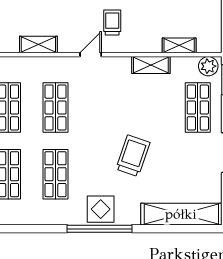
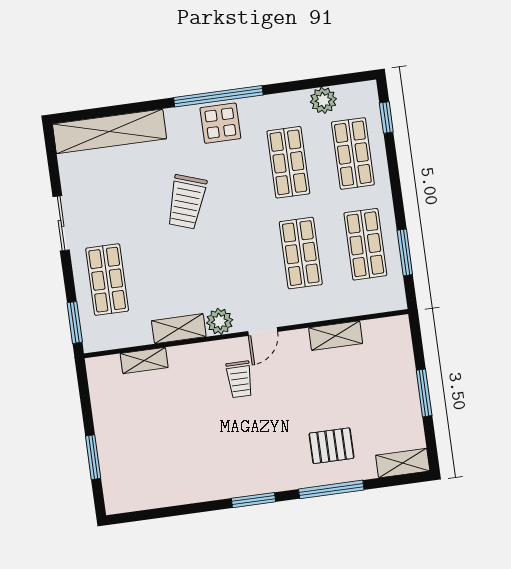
plant: (208, 66) -> (220, 321), moved
plant: (24, 215) -> (323, 100), added

